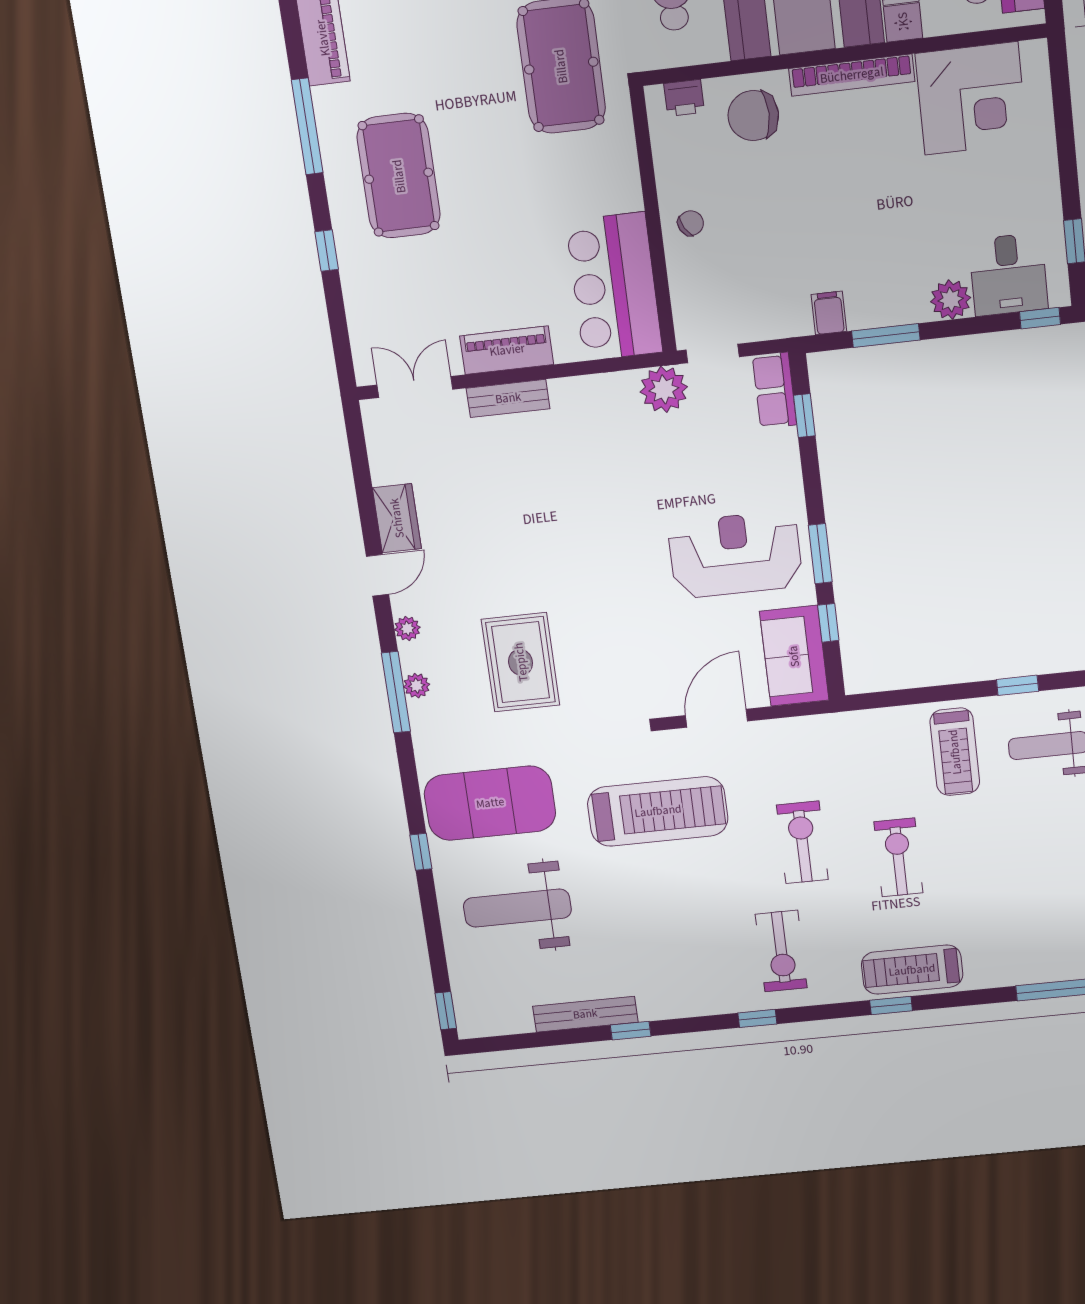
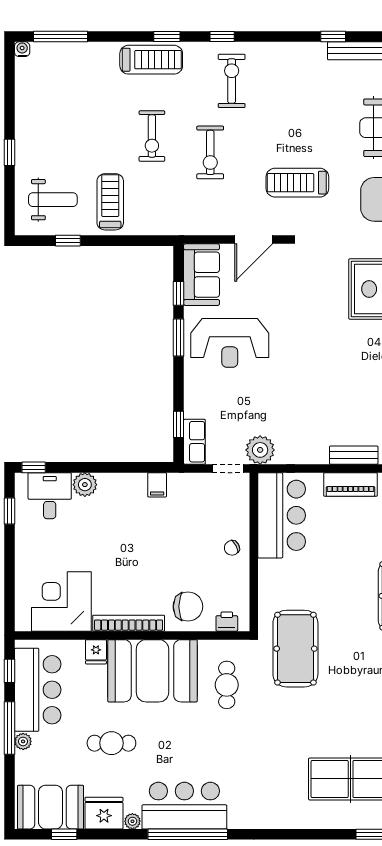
window: (886, 336) -> (125, 467), removed
treadmill: (658, 811) -> (297, 183), width x0.73, depth x0.73
window: (757, 1018) -> (222, 37), moved

